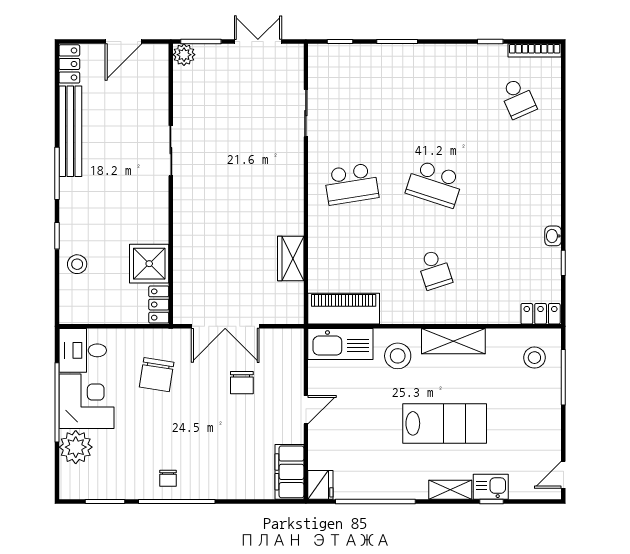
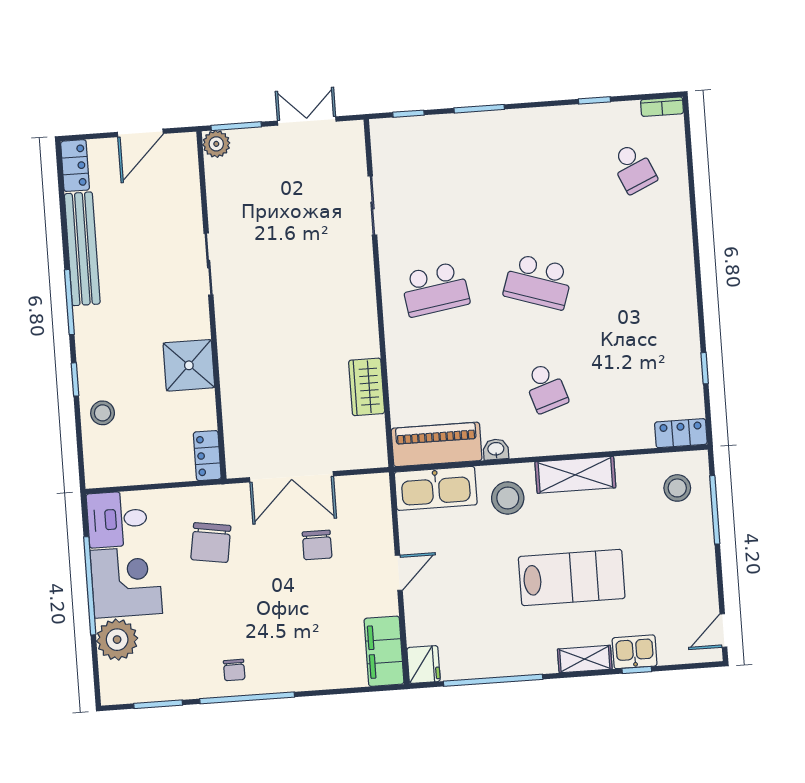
bookcase: (535, 50) -> (662, 107), width x0.64
washbasin: (553, 236) -> (496, 449), moved, turned 90
shower: (149, 264) -> (189, 365), moved

